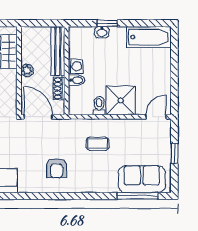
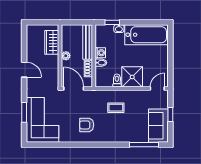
window: (107, 23) -> (112, 22), moved
bathtub: (149, 37) -> (146, 35), width x1.36, depth x1.36
armchair: (56, 168) -> (87, 125), turned 90
sofa: (142, 179) -> (158, 126), moved, turned -90

